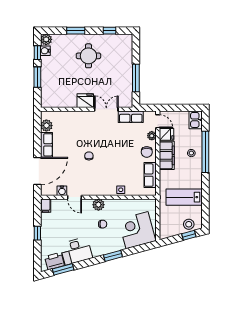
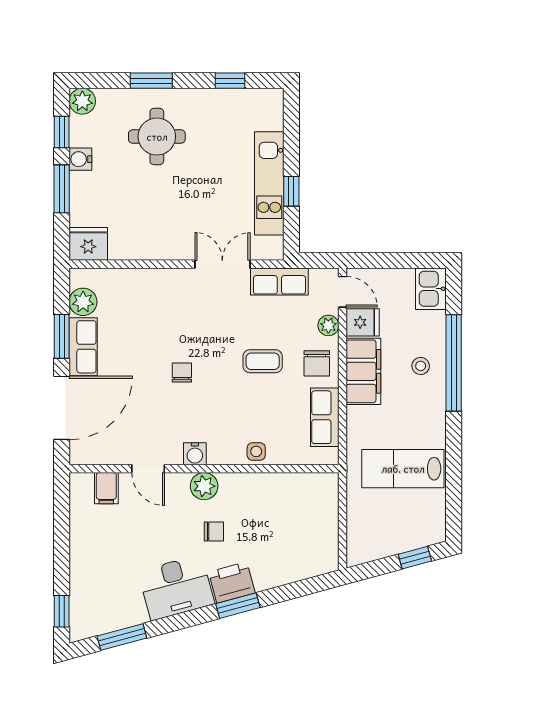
water cooler: (45, 51) -> (80, 159), moved
round table: (88, 56) -> (157, 137), moved
kitchen unit: (126, 75) -> (269, 183), added
window: (136, 78) -> (291, 191), width x0.46
fridge: (85, 101) -> (88, 244), moved
window: (37, 140) -> (62, 336), added
coffee table: (124, 151) -> (263, 361), added
water cooler: (62, 191) -> (195, 454), moved
filing cabinet: (46, 206) -> (106, 488), moved
stool: (189, 224) -> (415, 532), removed
corner desk: (137, 230) -> (294, 546), removed
window: (37, 233) -> (62, 611), moved
desk: (76, 251) -> (176, 588), moved
printer: (54, 261) -> (232, 582), moved

